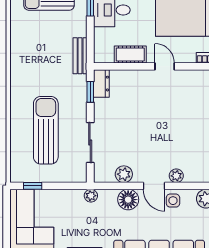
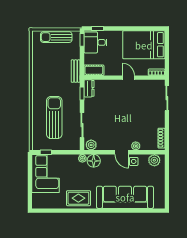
cot: (130, 54) -> (94, 70), moved
plant: (124, 174) -> (91, 145), moved
floor lamp: (128, 200) -> (94, 161), moved

